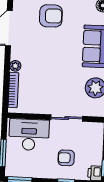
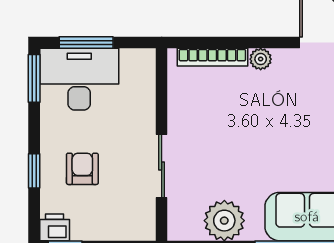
desk: (29, 135) -> (79, 79), moved, turned -90

